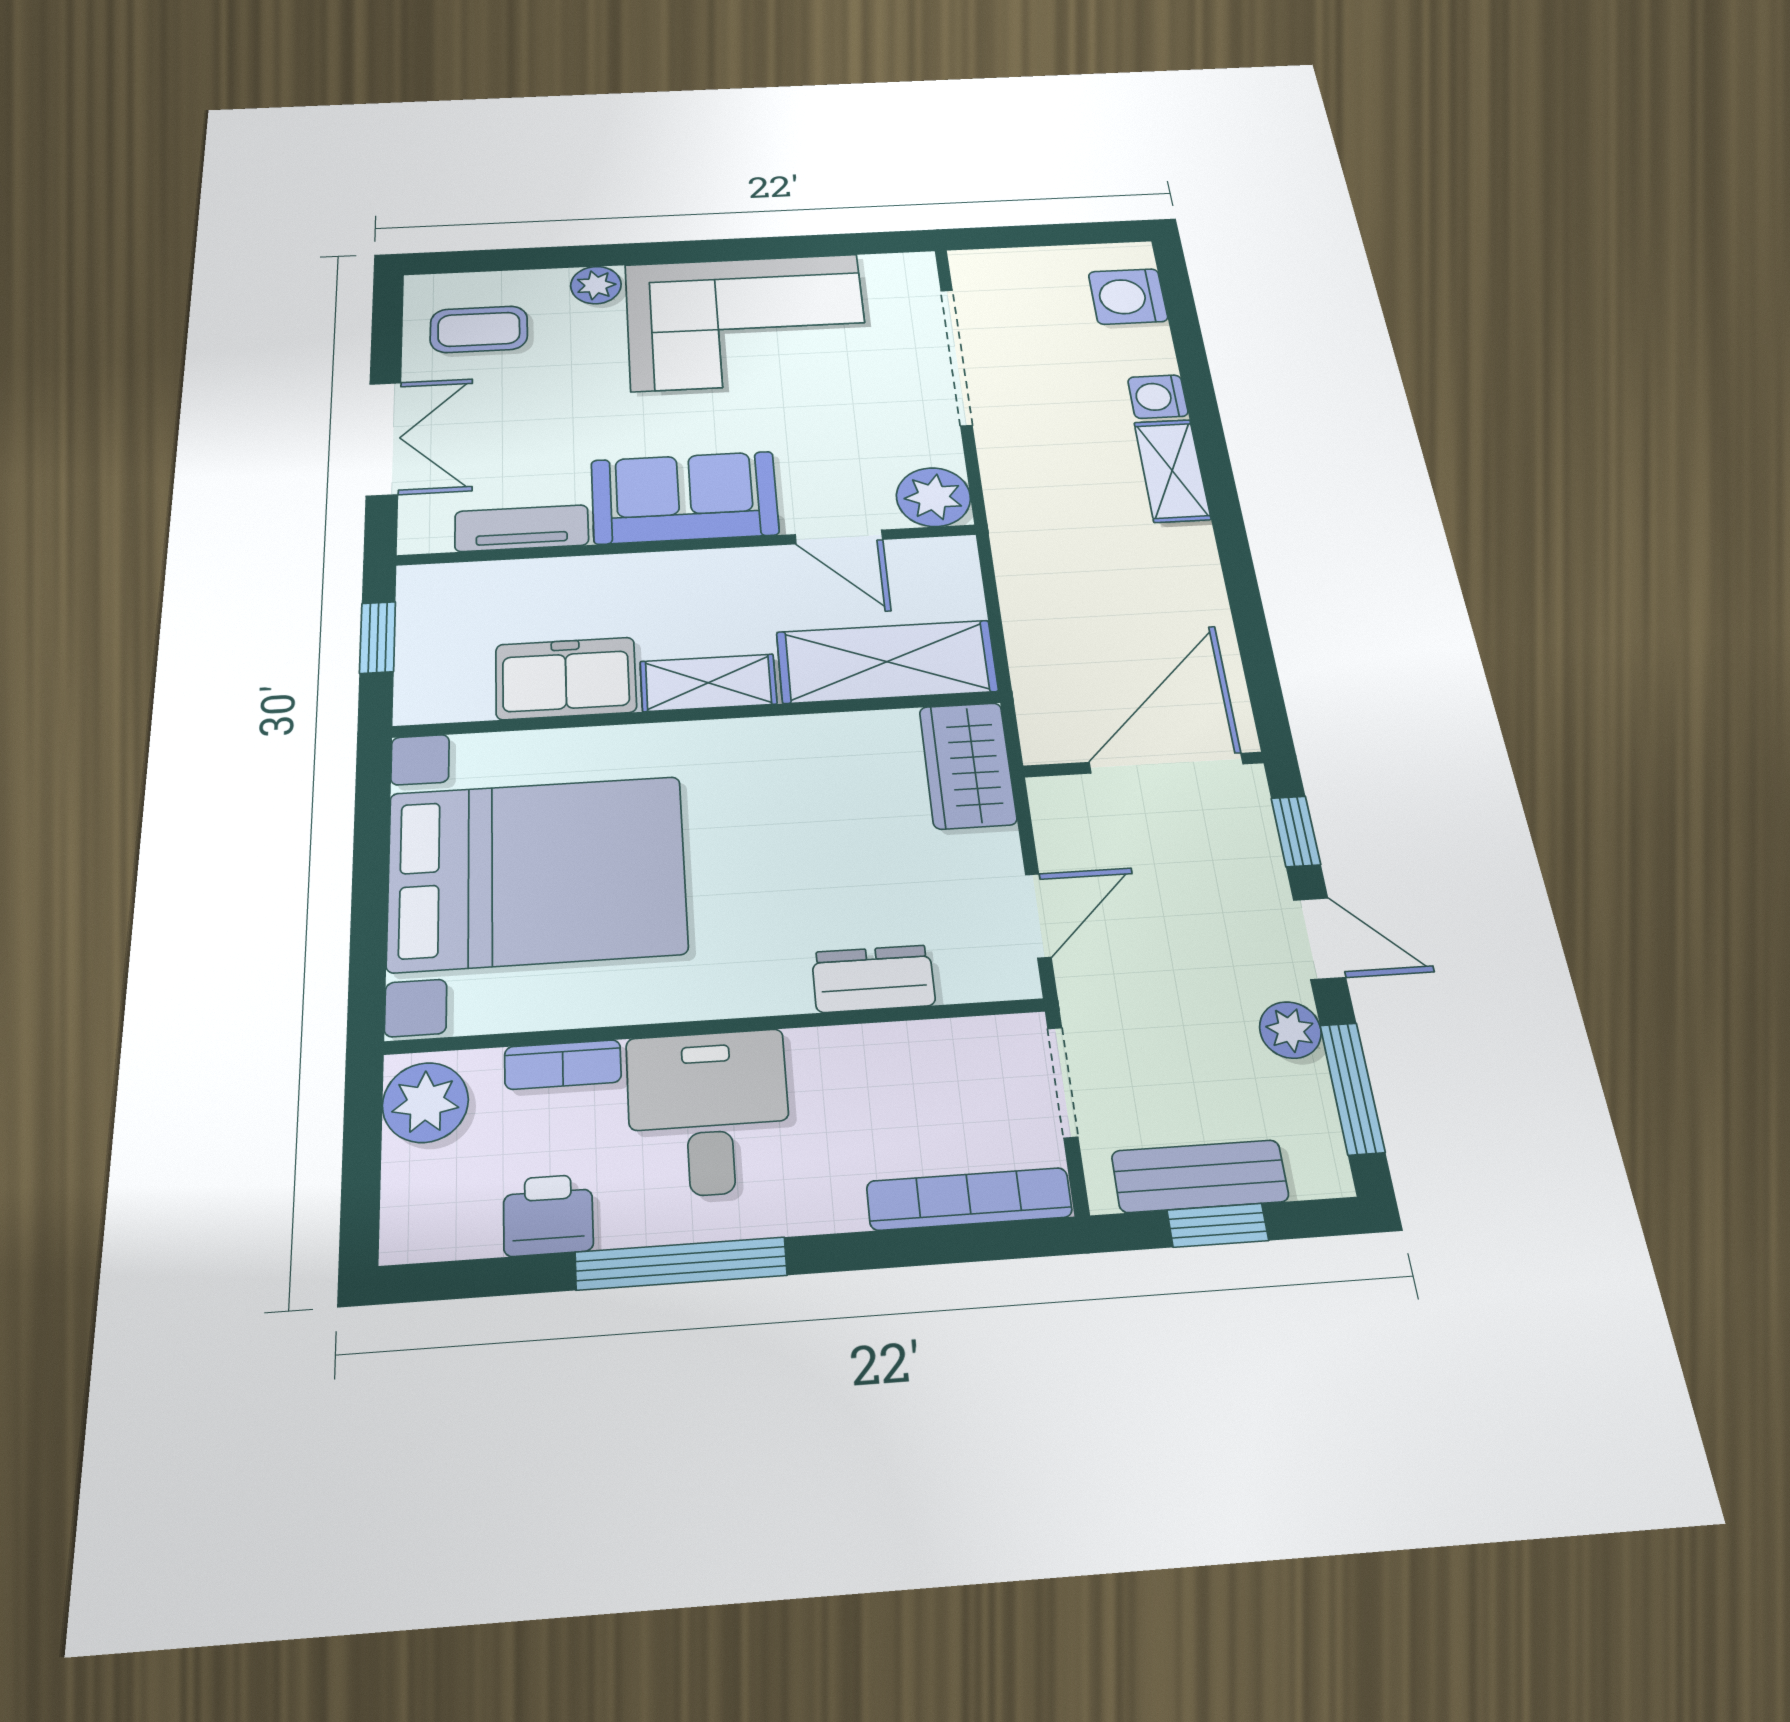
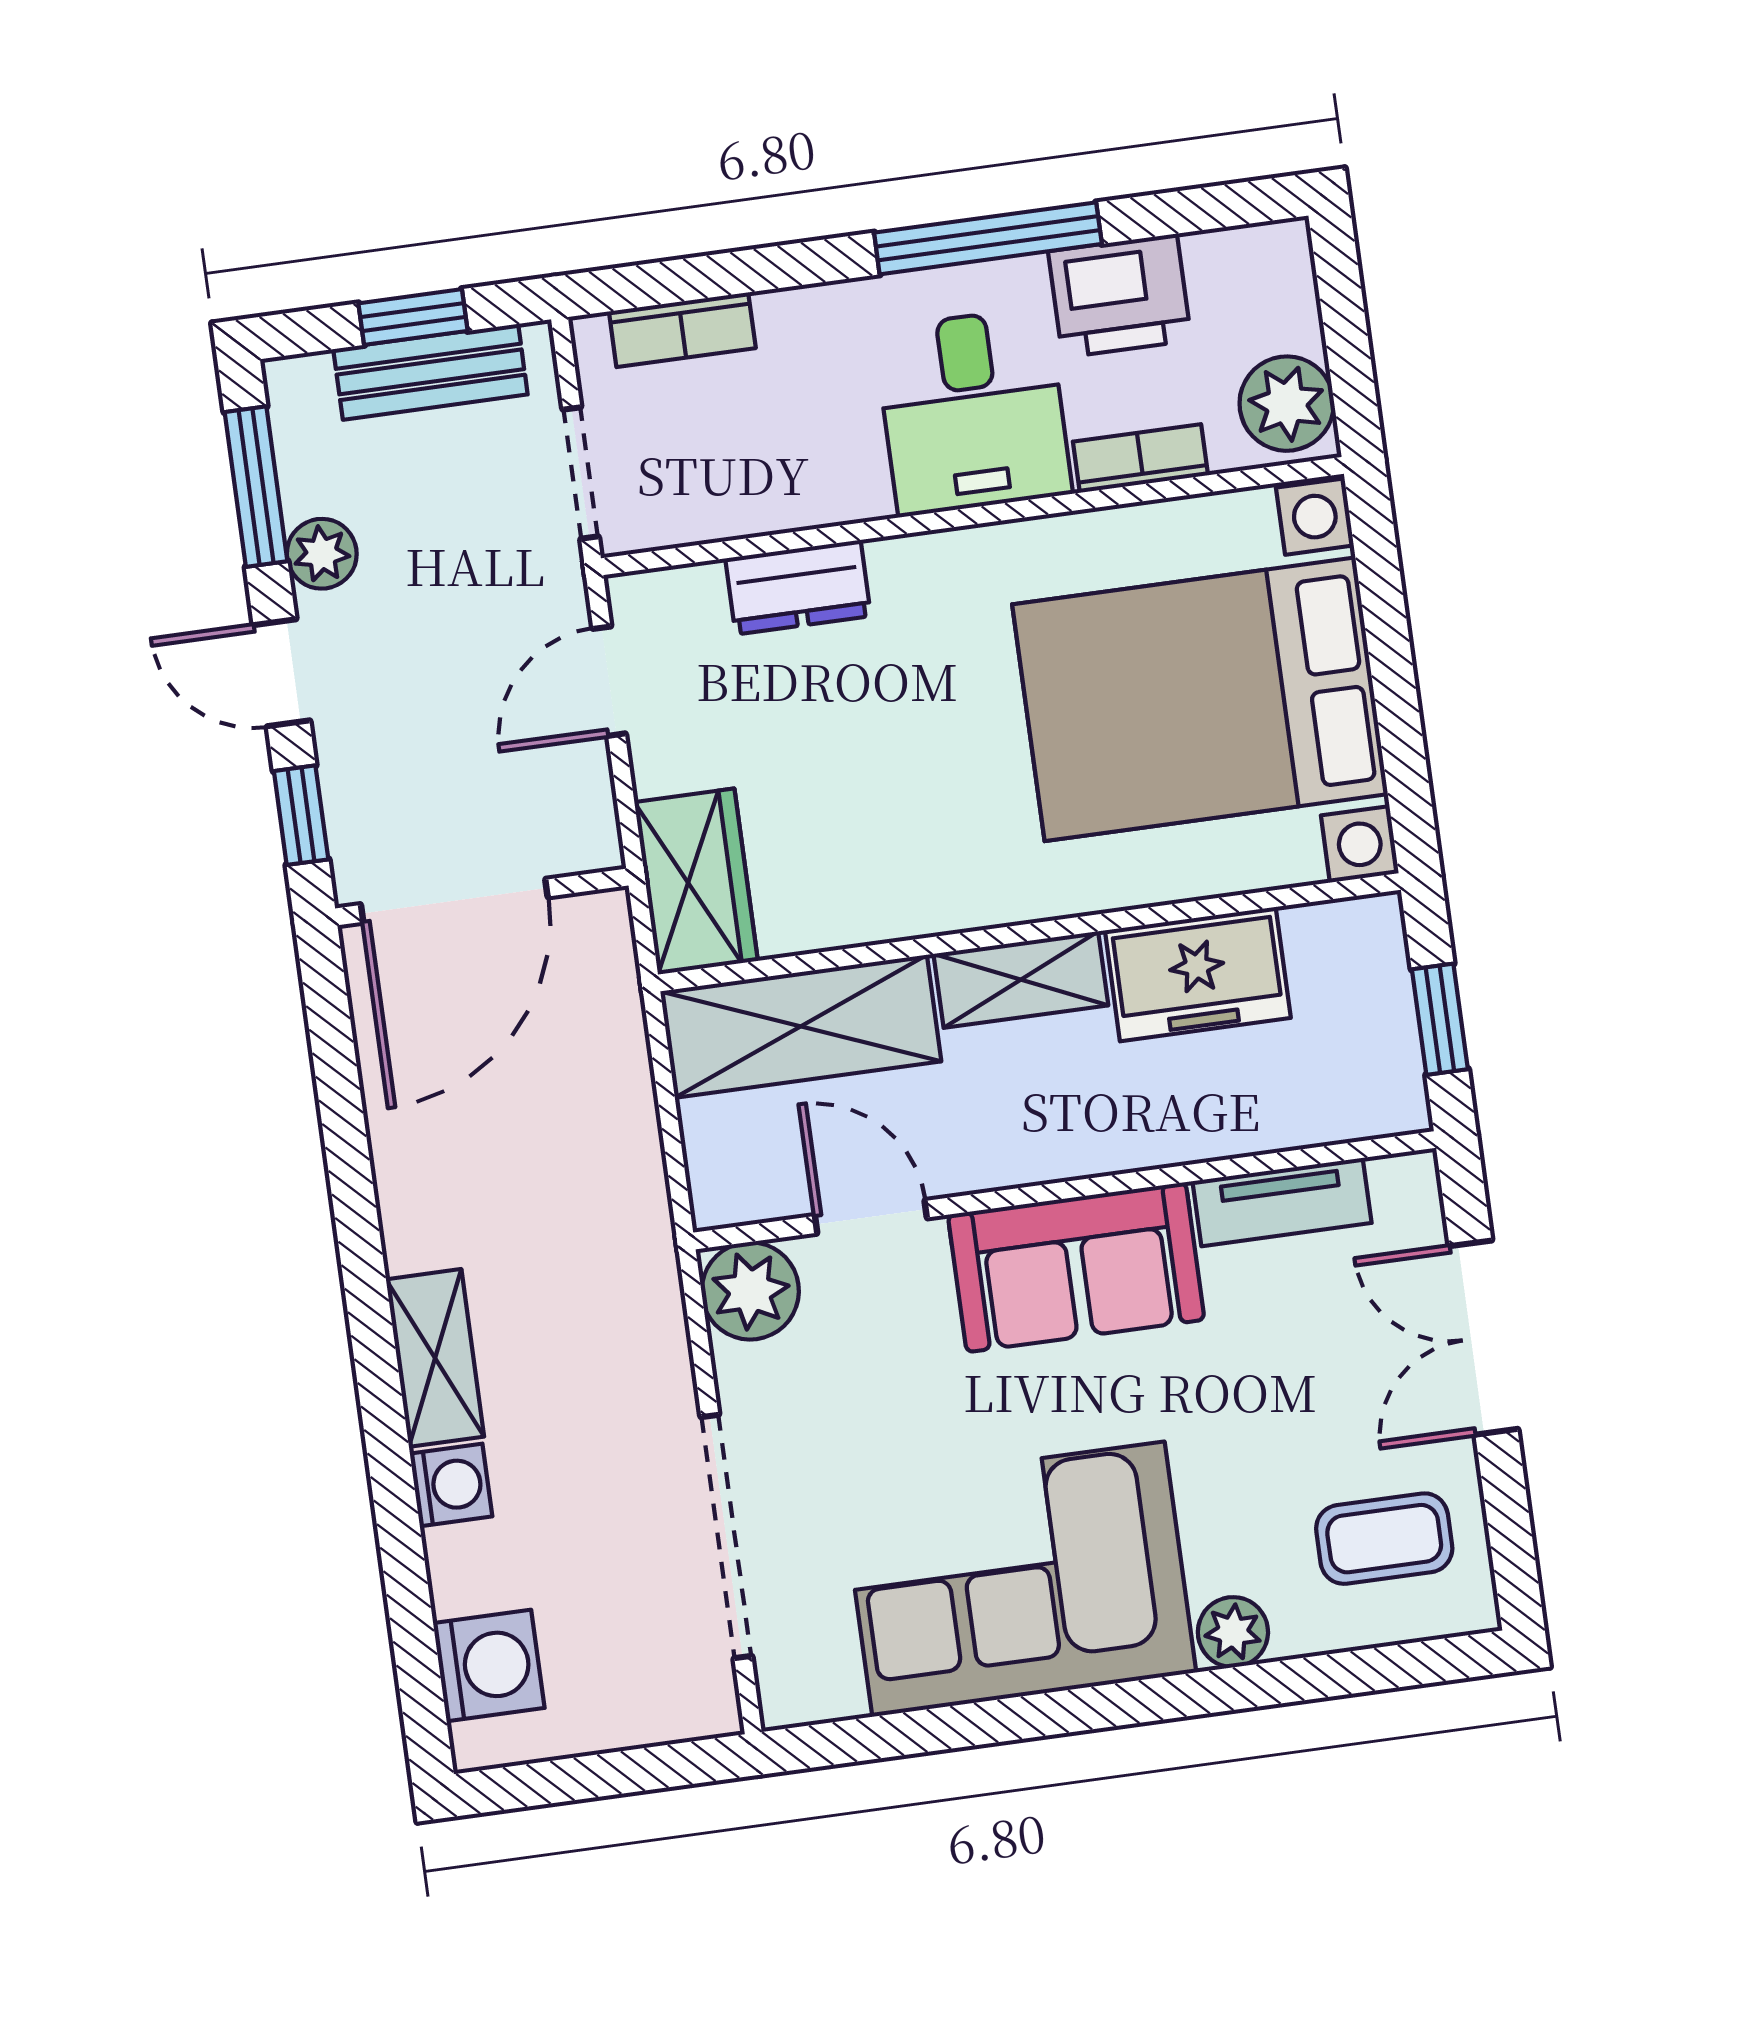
bookcase: (969, 1199) -> (682, 330), width x0.64
printer: (548, 1215) -> (1120, 296), width x1.36, depth x1.24

